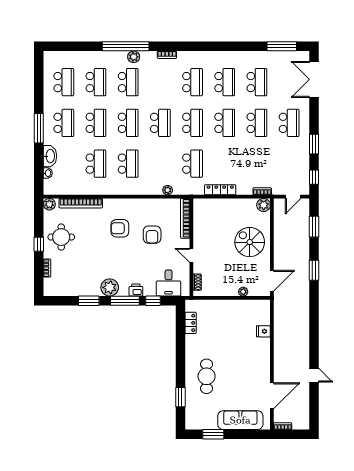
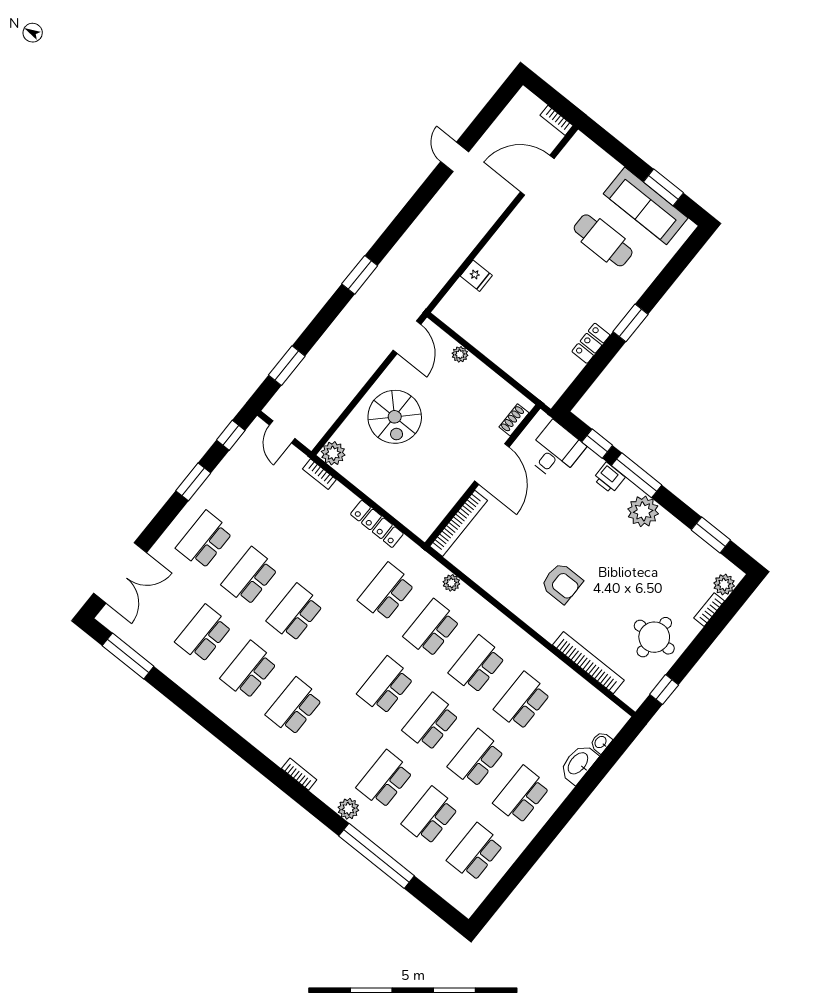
window: (126, 46) -> (377, 856), moved
school desk: (192, 123) -> (432, 628), moved
window: (39, 128) -> (563, 816), removed
door: (293, 197) -> (282, 432), swing flipped
plant: (49, 204) -> (724, 584), moved
armchair: (152, 235) -> (524, 538), removed
window: (39, 244) -> (664, 690), moved
door: (191, 255) -> (492, 464), width x1.88
window: (314, 270) -> (360, 275), moved
door: (272, 281) -> (407, 337), swing flipped
window: (89, 301) -> (711, 535), moved
locker: (191, 323) -> (591, 343), moved
cafe table: (207, 376) -> (603, 240), moved, turned 90
window: (180, 397) -> (631, 323), moved
sofa: (240, 420) -> (646, 206), moved

